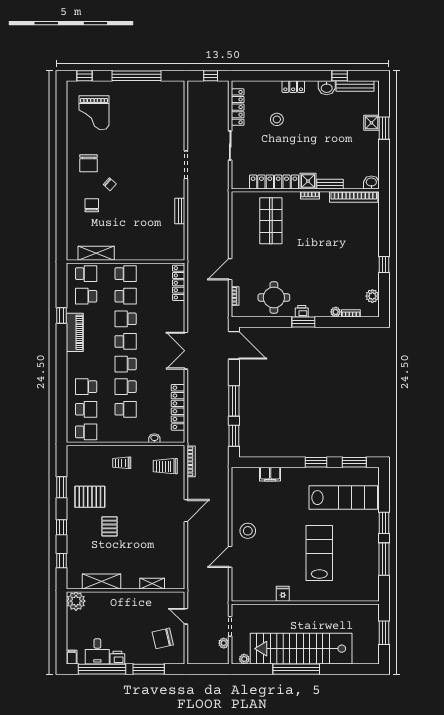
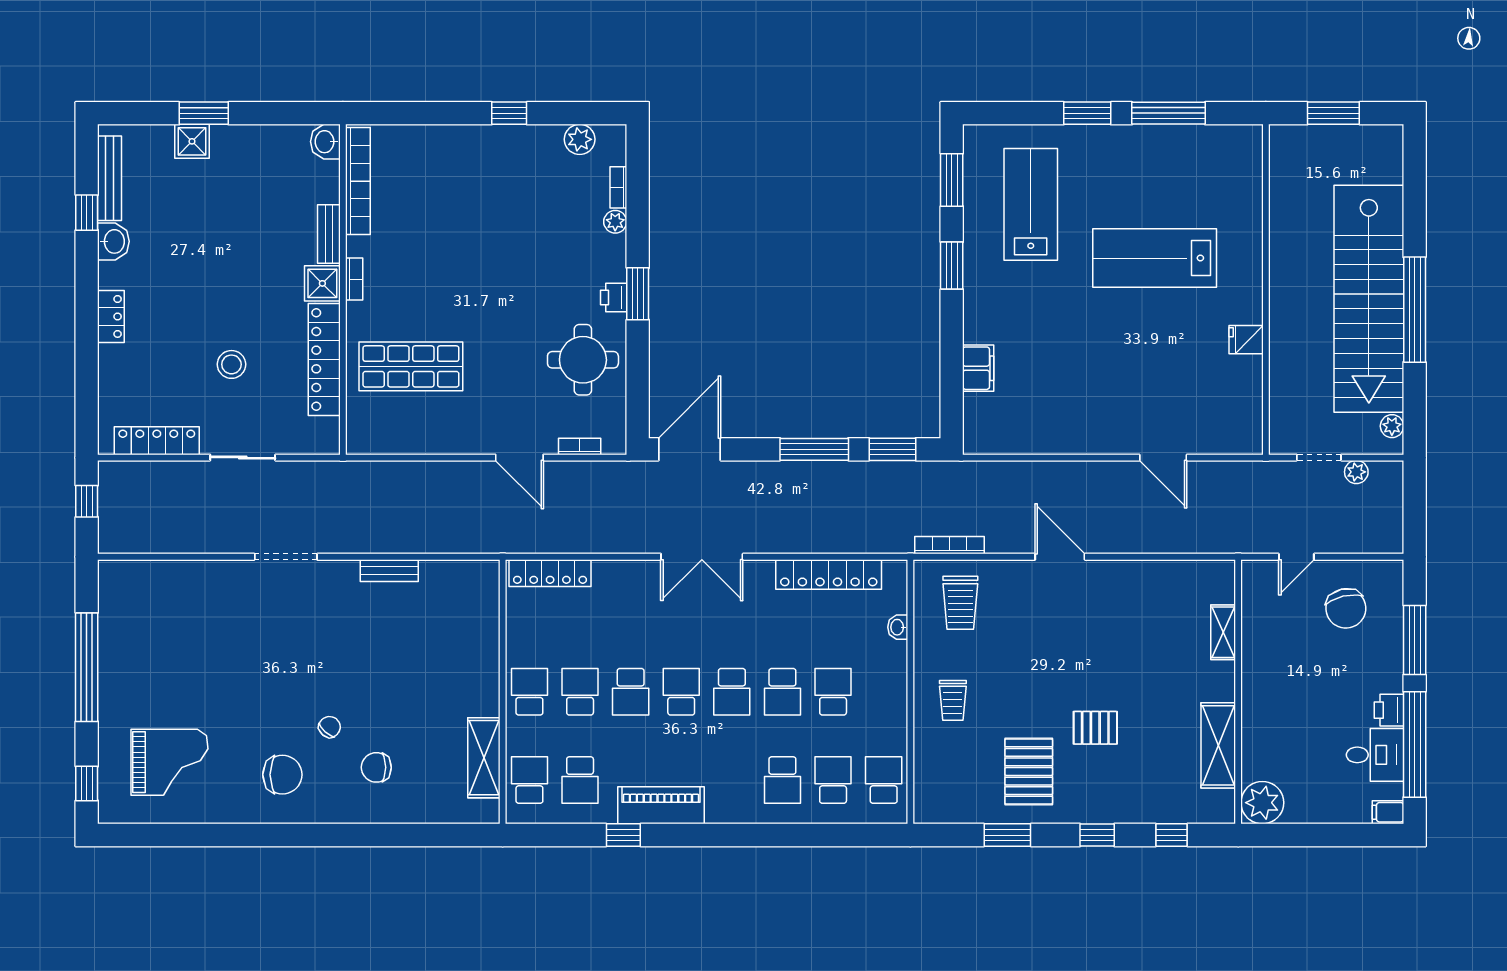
stool: (277, 119) -> (231, 364), moved
lab bench: (343, 498) -> (1031, 204), width x0.73
stool: (248, 531) -> (1105, 418), removed

